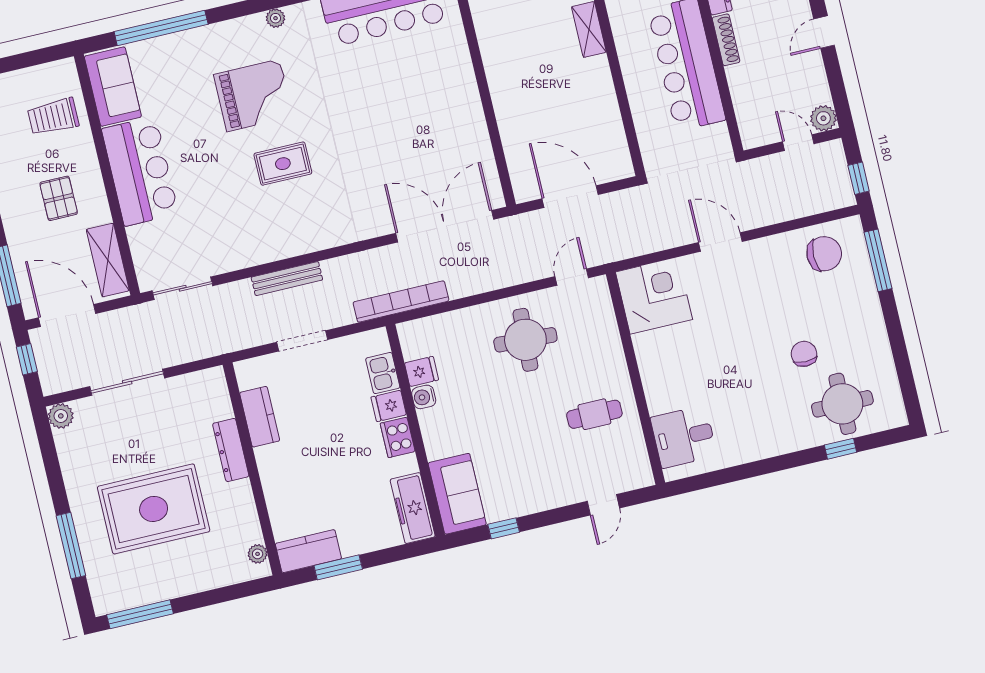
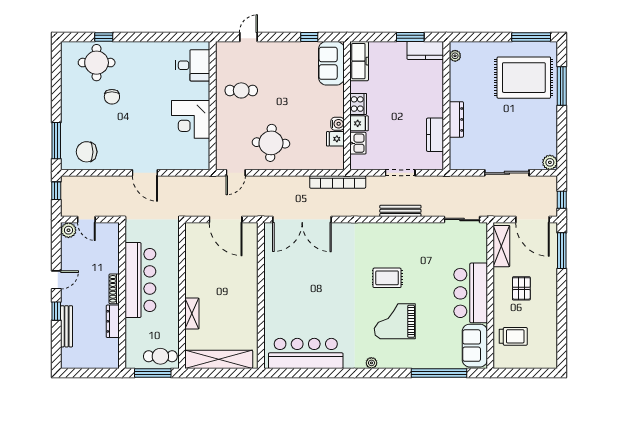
corner desk: (654, 296) -> (191, 119), moved
rug: (154, 509) -> (524, 78), moved

